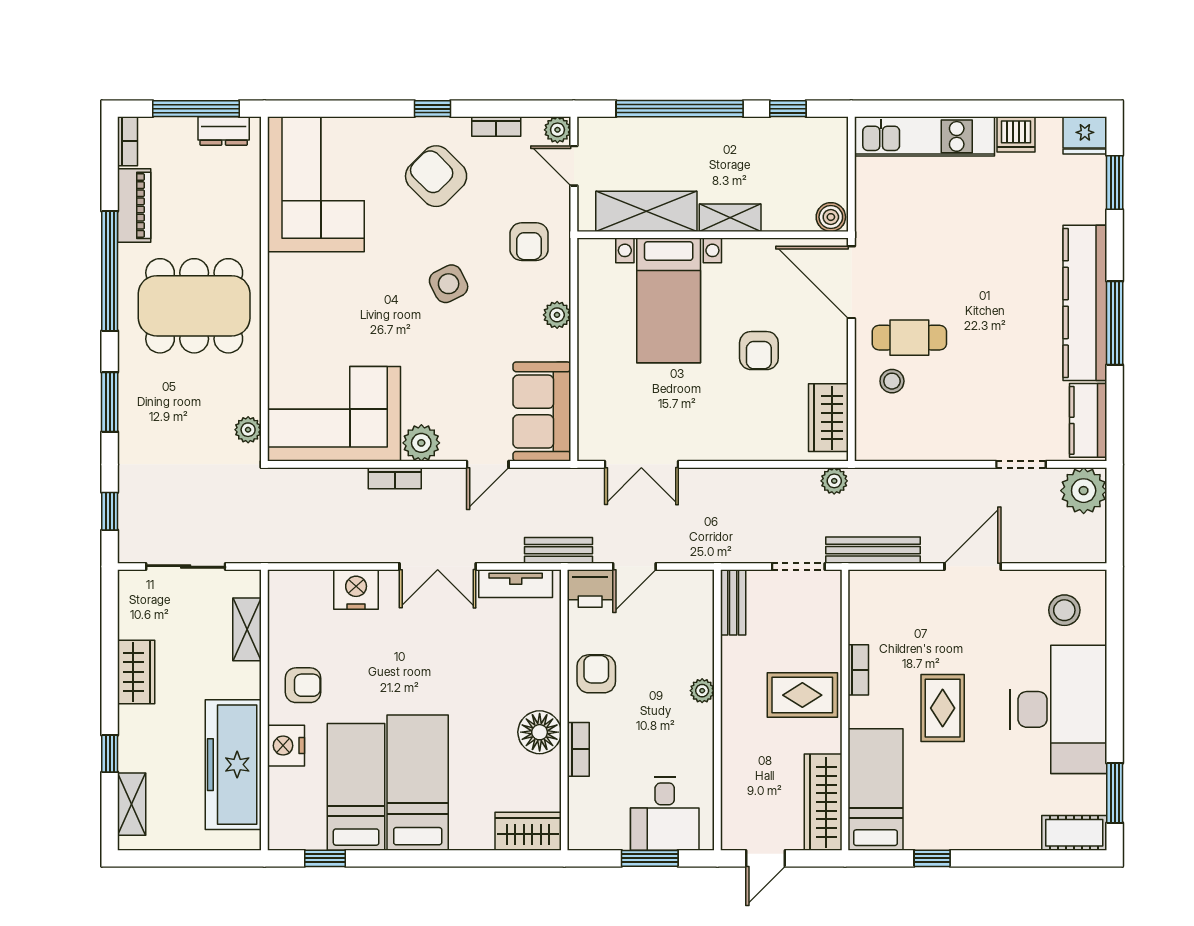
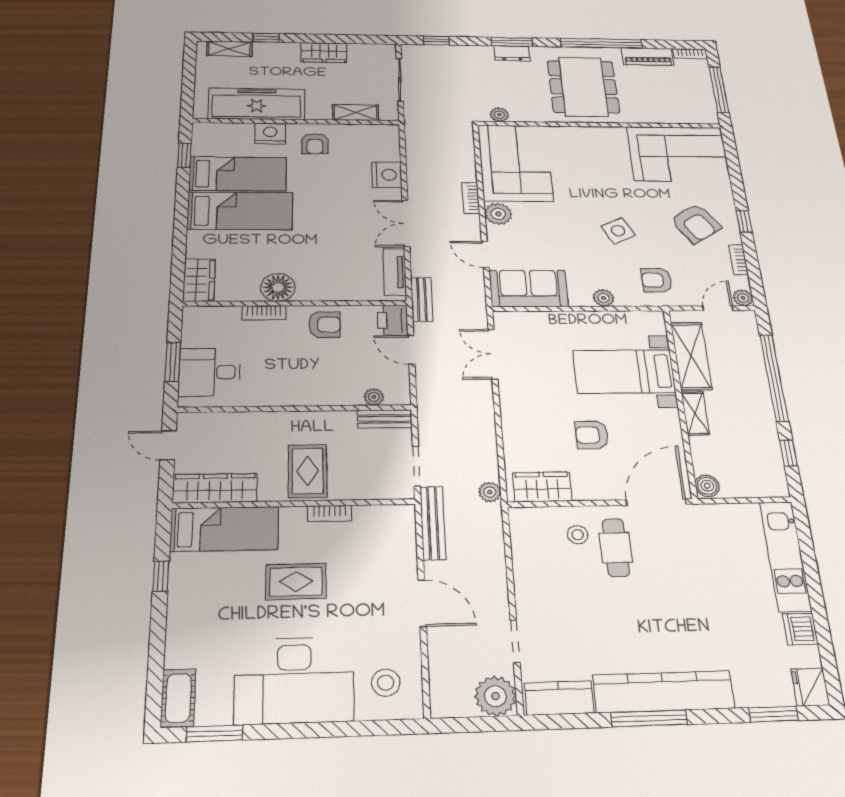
dresser: (224, 131) -> (512, 53), moved, turned -90
armchair: (436, 176) -> (696, 223), turned 102
plant: (702, 691) -> (374, 397), moved

